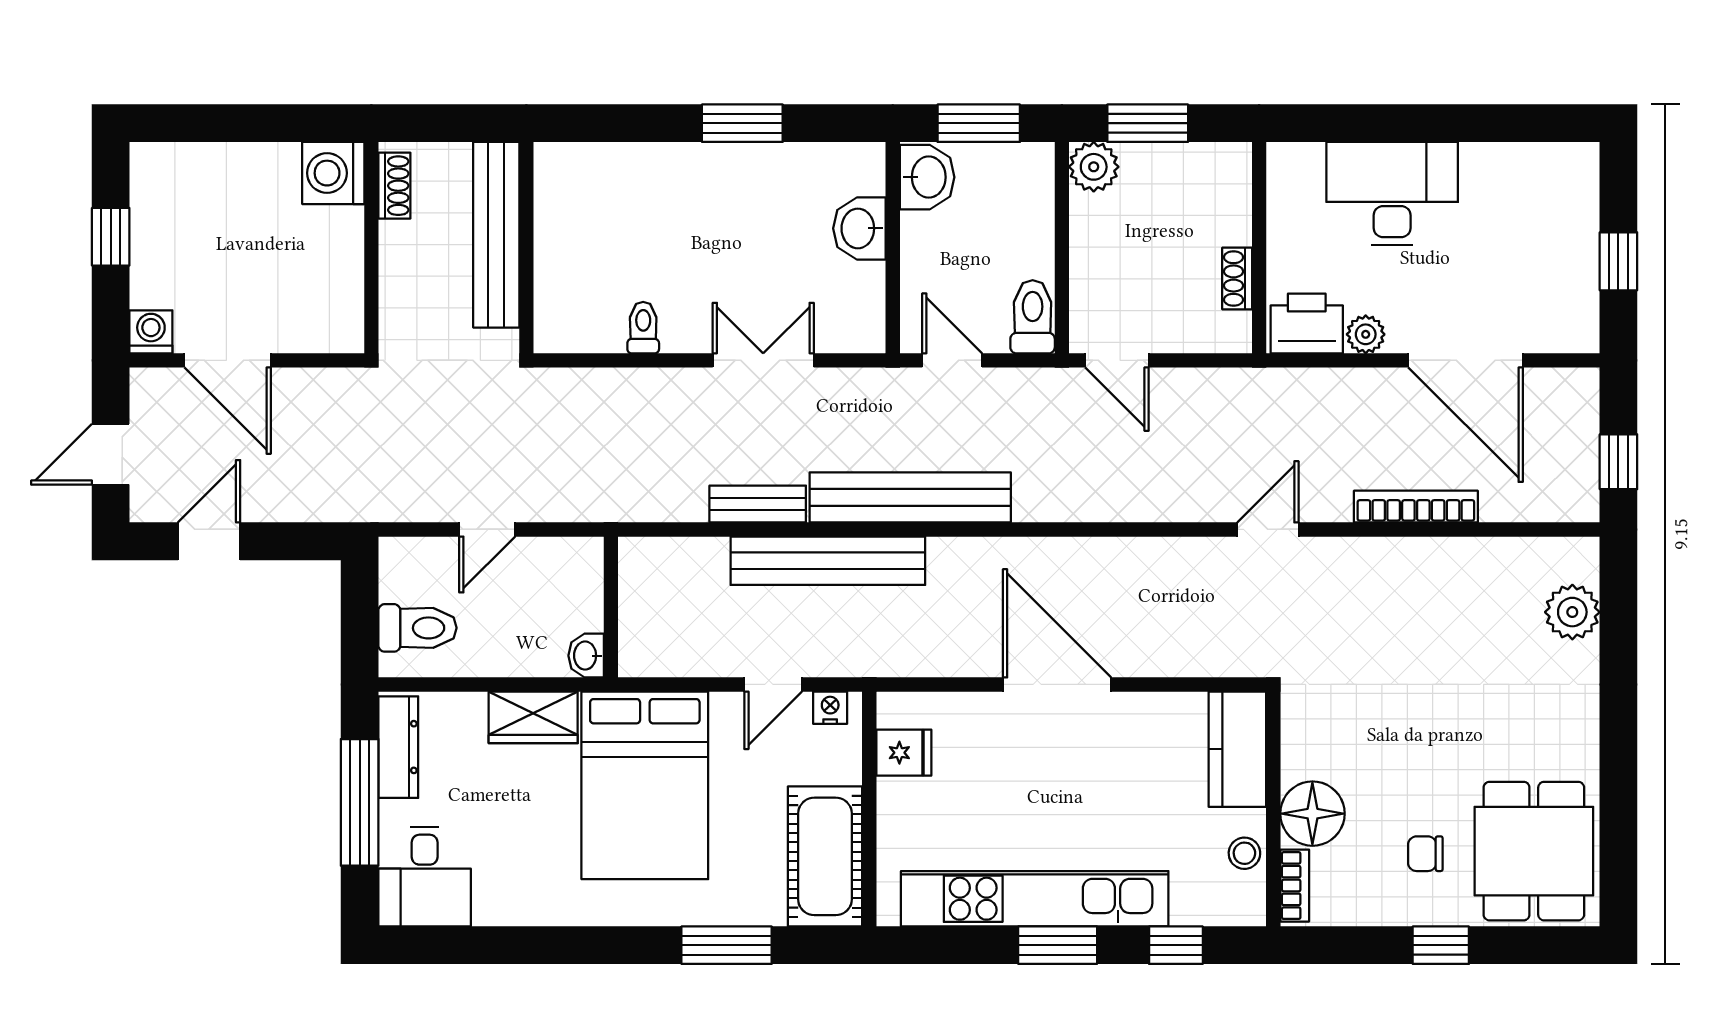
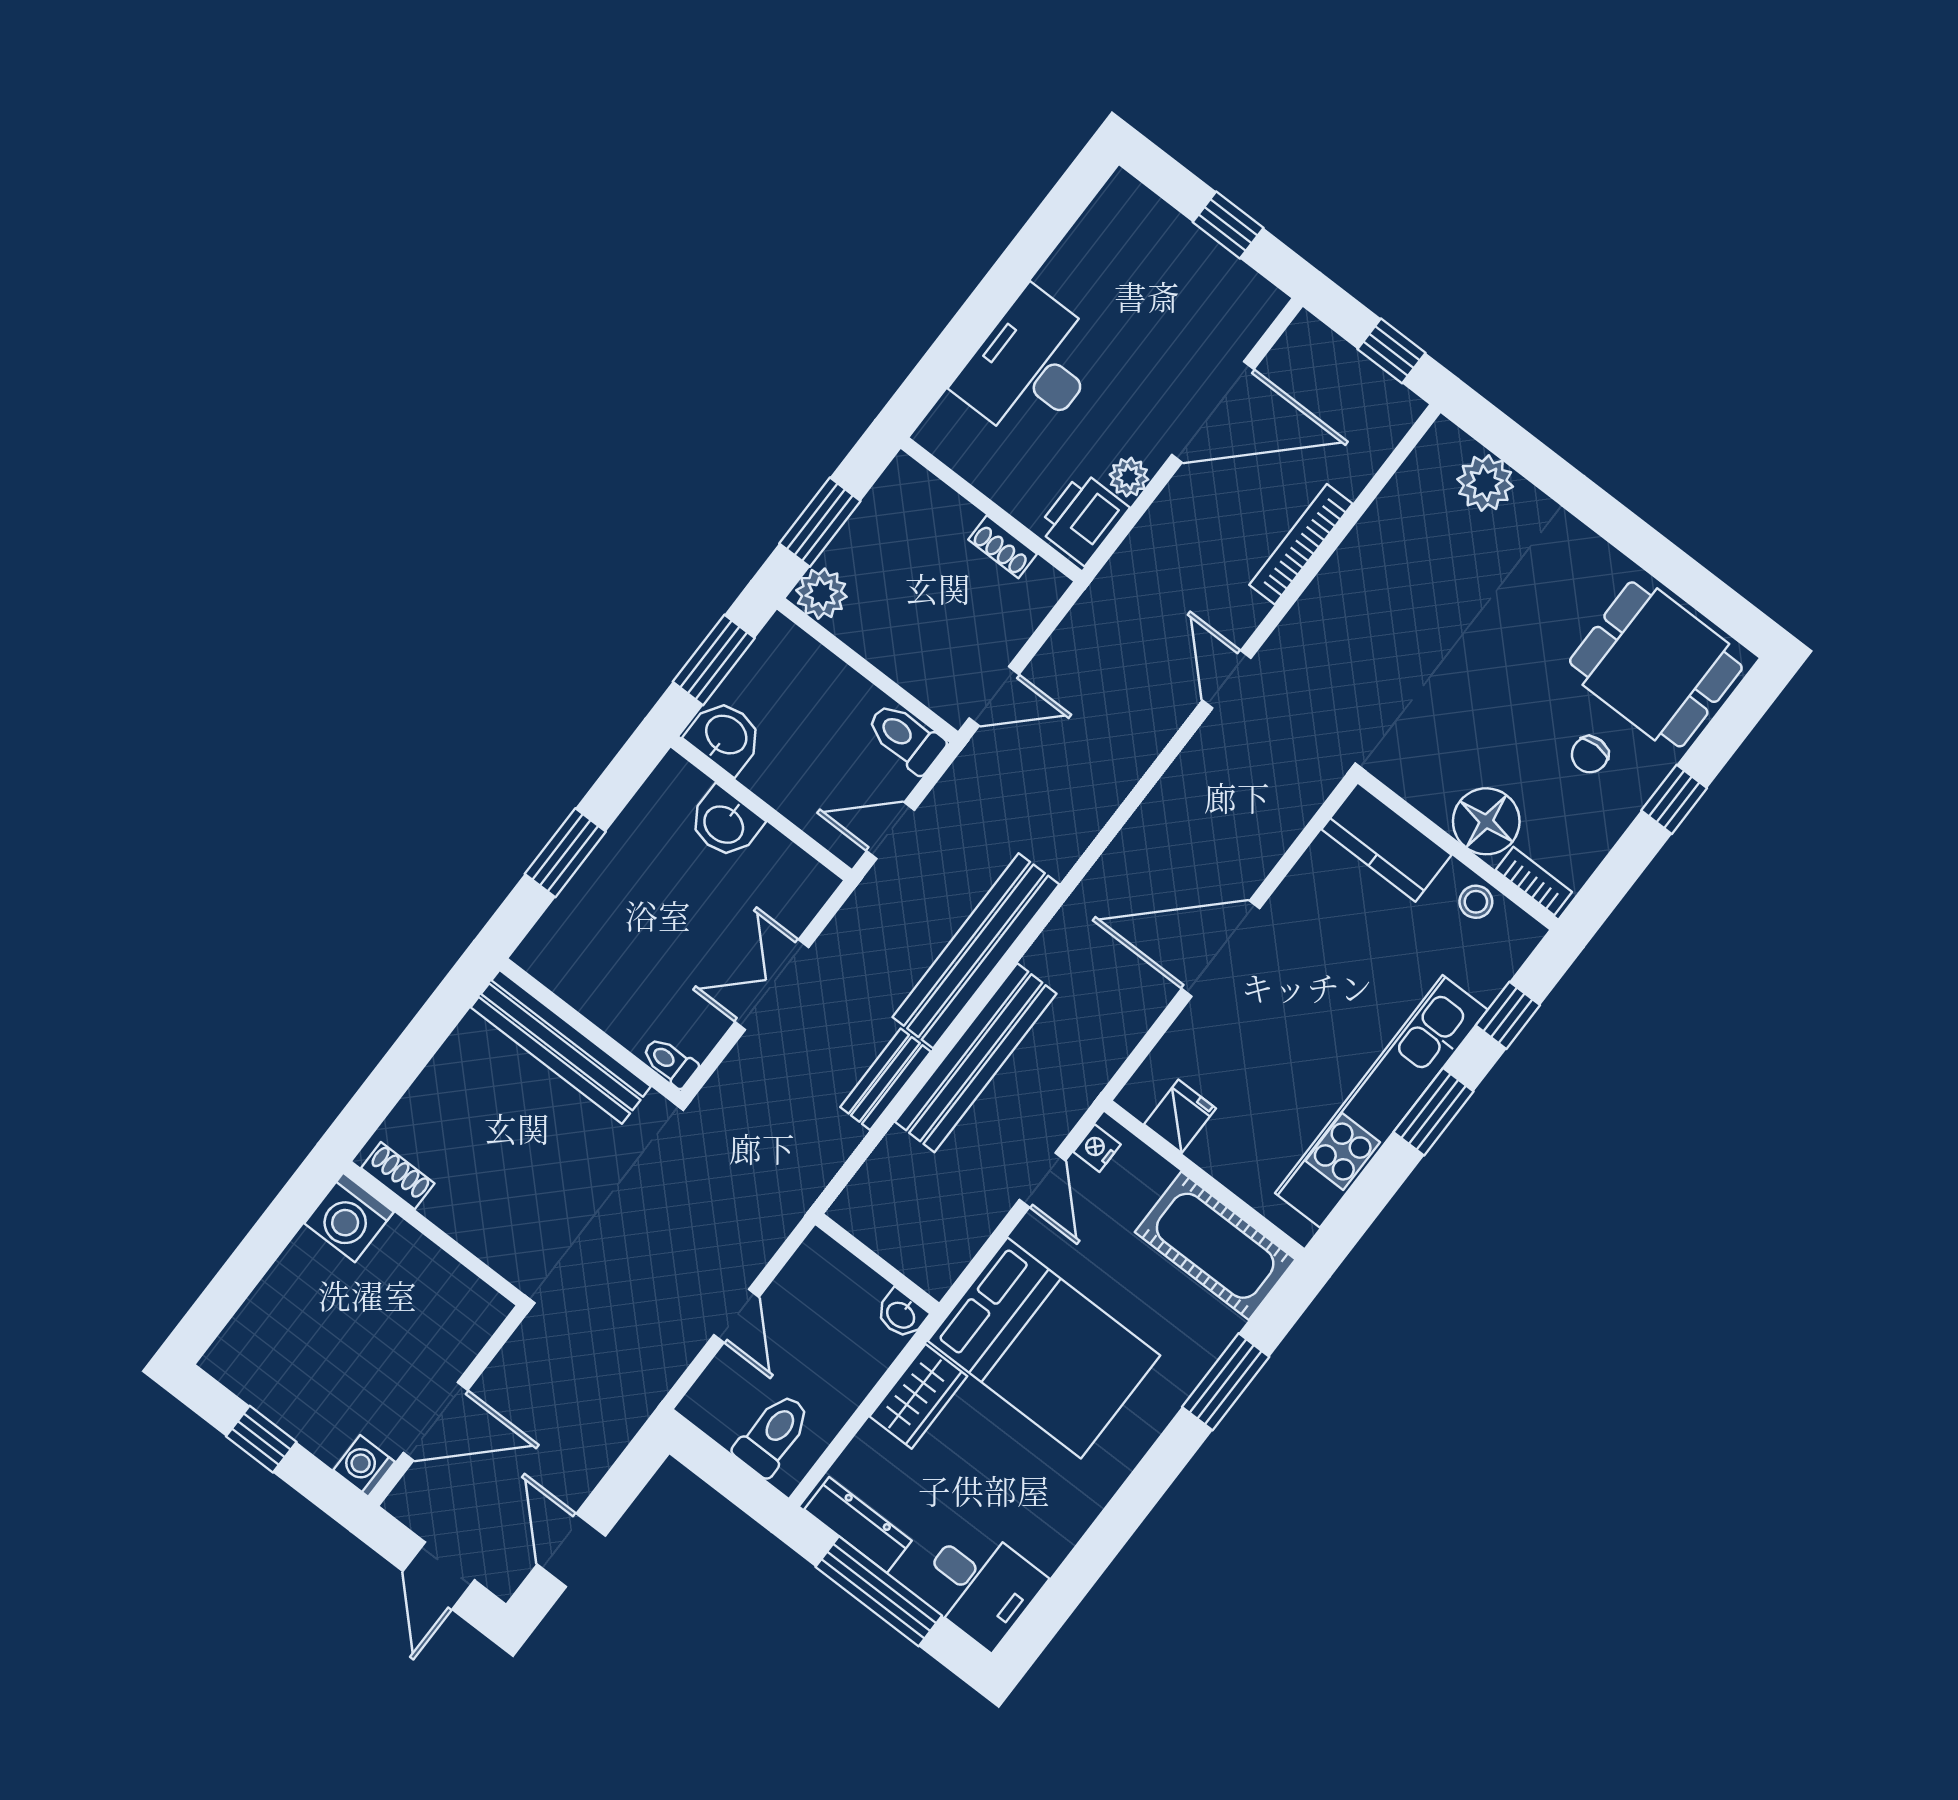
bench: (496, 235) -> (561, 1047), moved
wall: (526, 248) -> (590, 1030), moved

